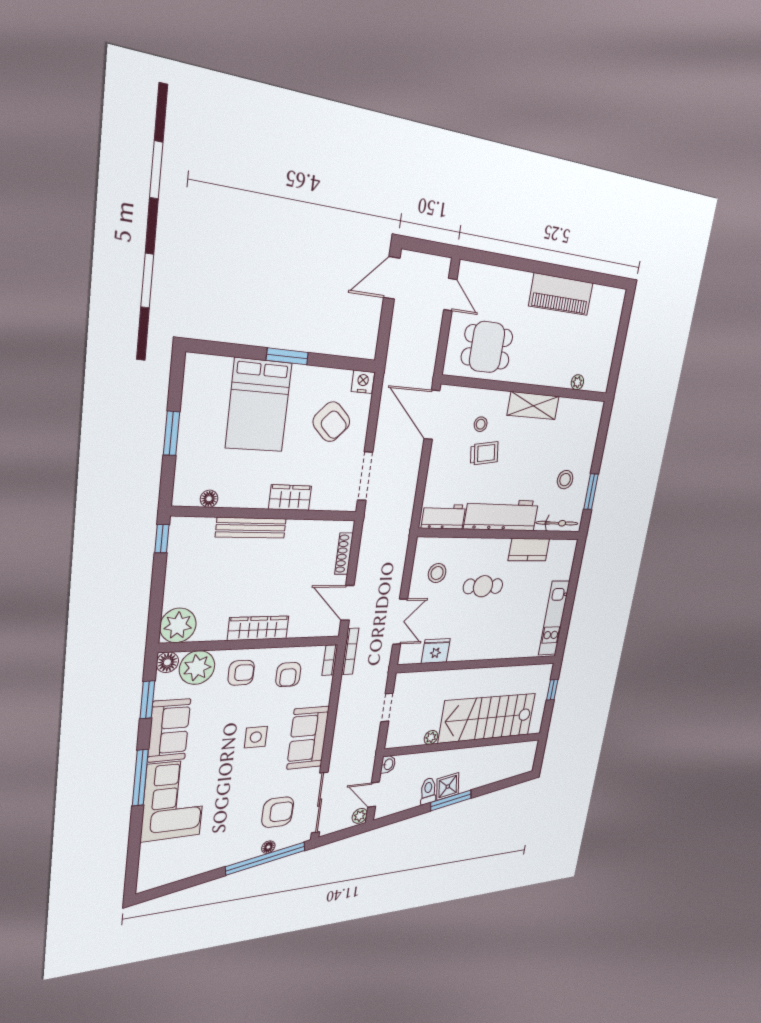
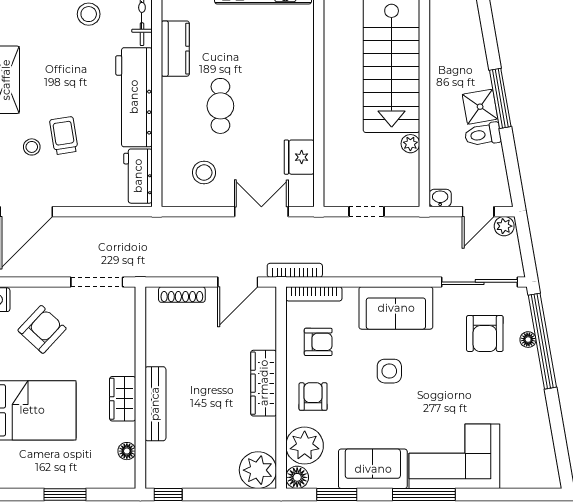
wardrobe: (290, 498) -> (123, 399), moved
bookcase: (330, 660) -> (314, 294), width x1.56
armchair: (278, 812) -> (485, 333), turned 180

